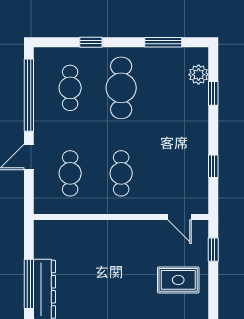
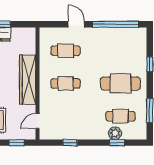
plant: (199, 75) -> (115, 133), moved
cafe table: (70, 88) -> (120, 116), moved
wardrobe: (115, 232) -> (28, 79), added

